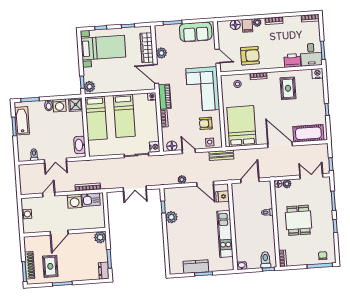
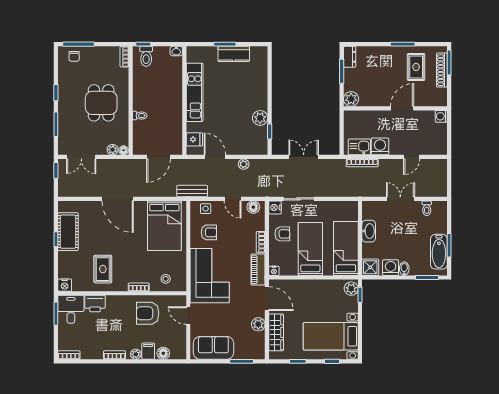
armchair: (147, 126) -> (282, 234), added
cot: (308, 133) -> (68, 232), moved, turned 90
washbasin: (80, 145) -> (369, 231), moved
washing machine: (27, 214) -> (441, 116), moved

